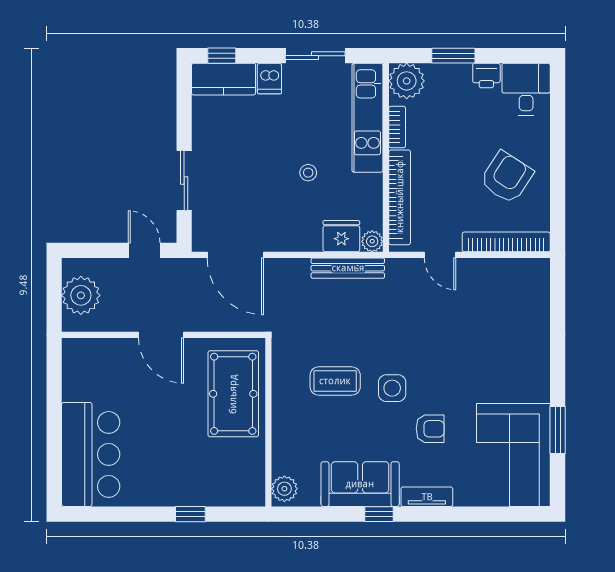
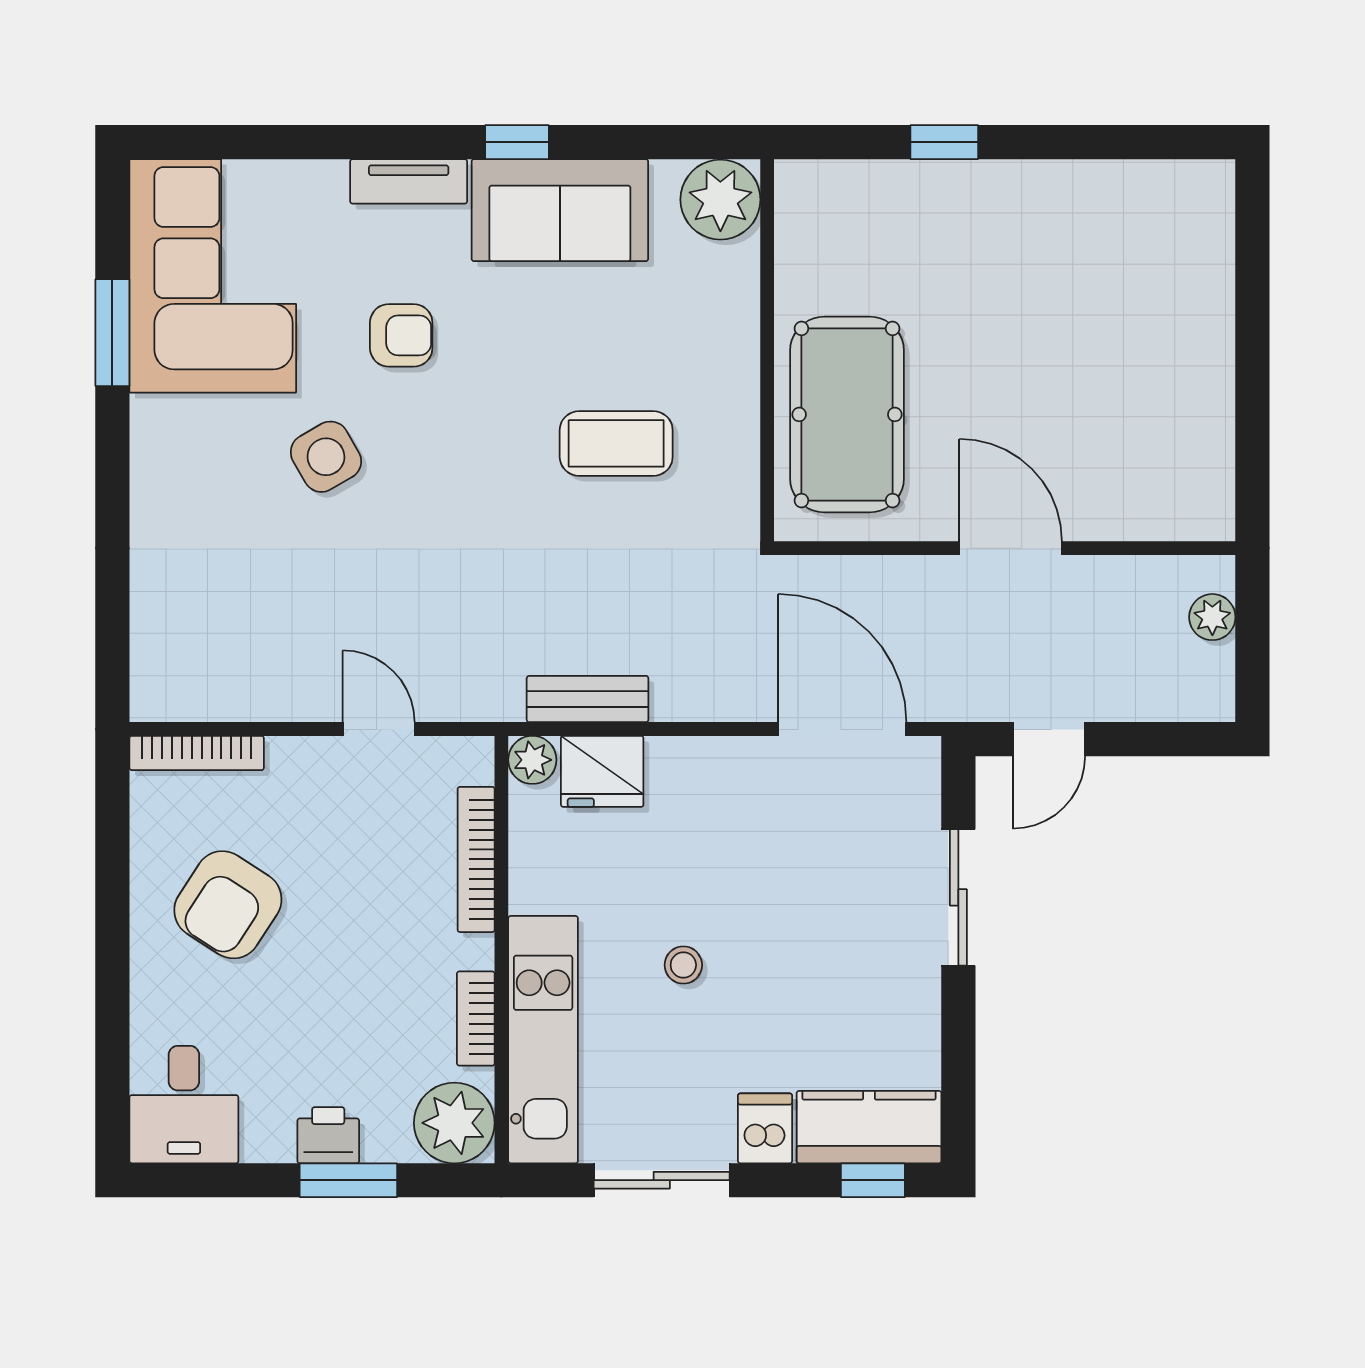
printer: (486, 76) -> (328, 1135), moved
stool: (308, 173) -> (683, 965), moved
bookcase: (400, 197) -> (476, 859), width x0.68, depth x0.76
bookcase: (506, 242) -> (197, 753), width x0.68, depth x0.76
door: (144, 250) -> (1049, 739), hinge flipped
bench: (348, 268) -> (588, 699), width x0.73
plant: (81, 295) -> (1212, 617), width x0.53, depth x0.53
side table: (392, 388) -> (326, 457), moved, turned -30
armchair: (430, 429) -> (401, 335), turned 180
bar counter: (91, 454) -> (1170, 277), removed
plant: (284, 489) -> (720, 200), width x1.36, depth x1.36

